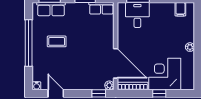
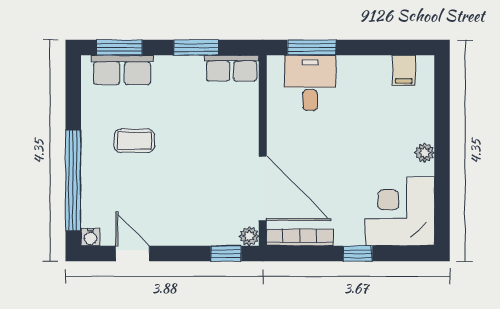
window: (29, 43) -> (73, 180), moved
corner desk: (165, 74) -> (400, 212), moved

